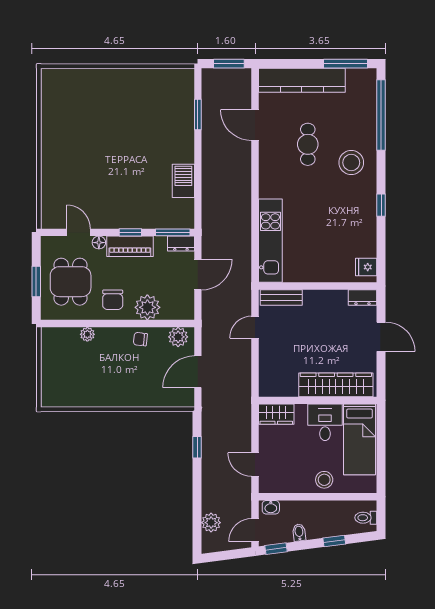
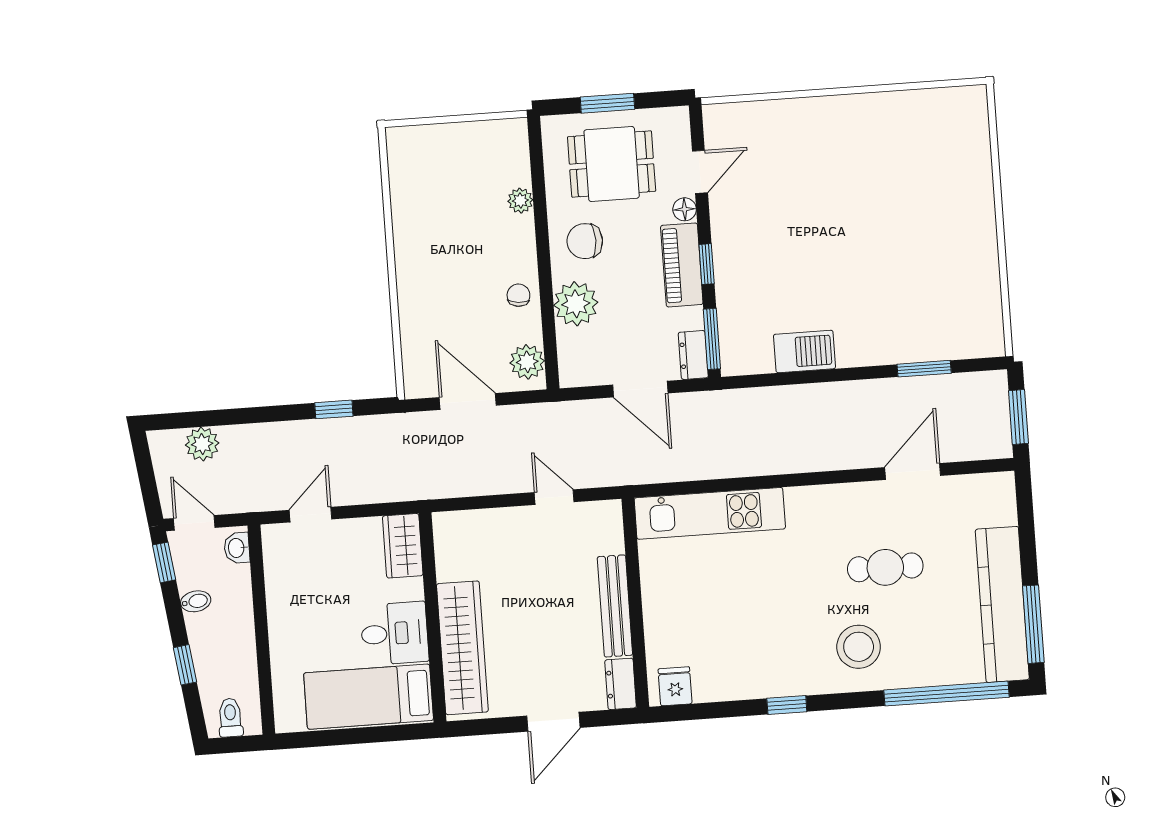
kitchen counter: (302, 80) -> (1002, 604), moved
bench: (281, 298) -> (615, 606), moved, width x1.36
stool: (324, 480) -> (292, 639), removed

